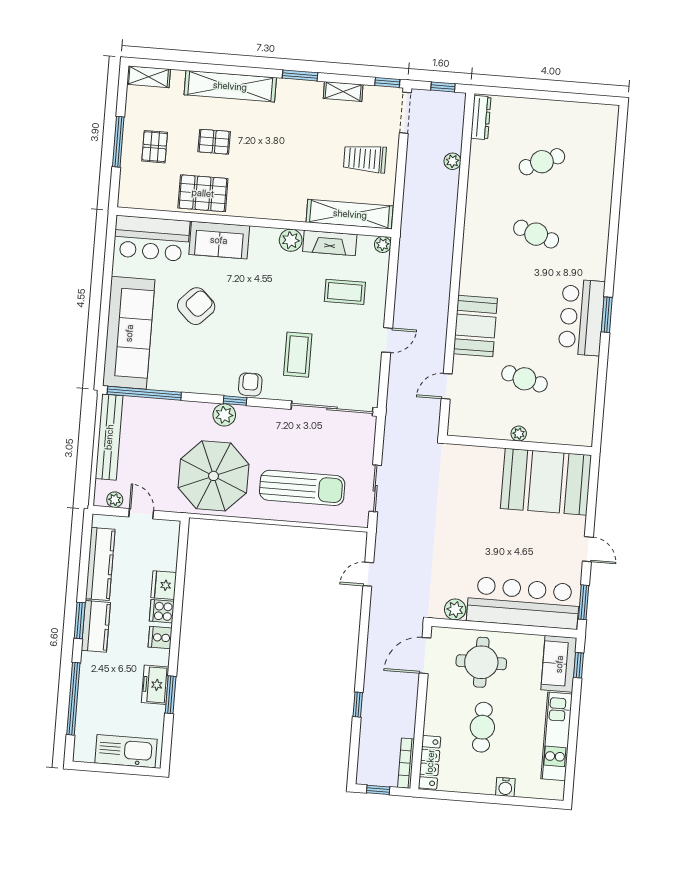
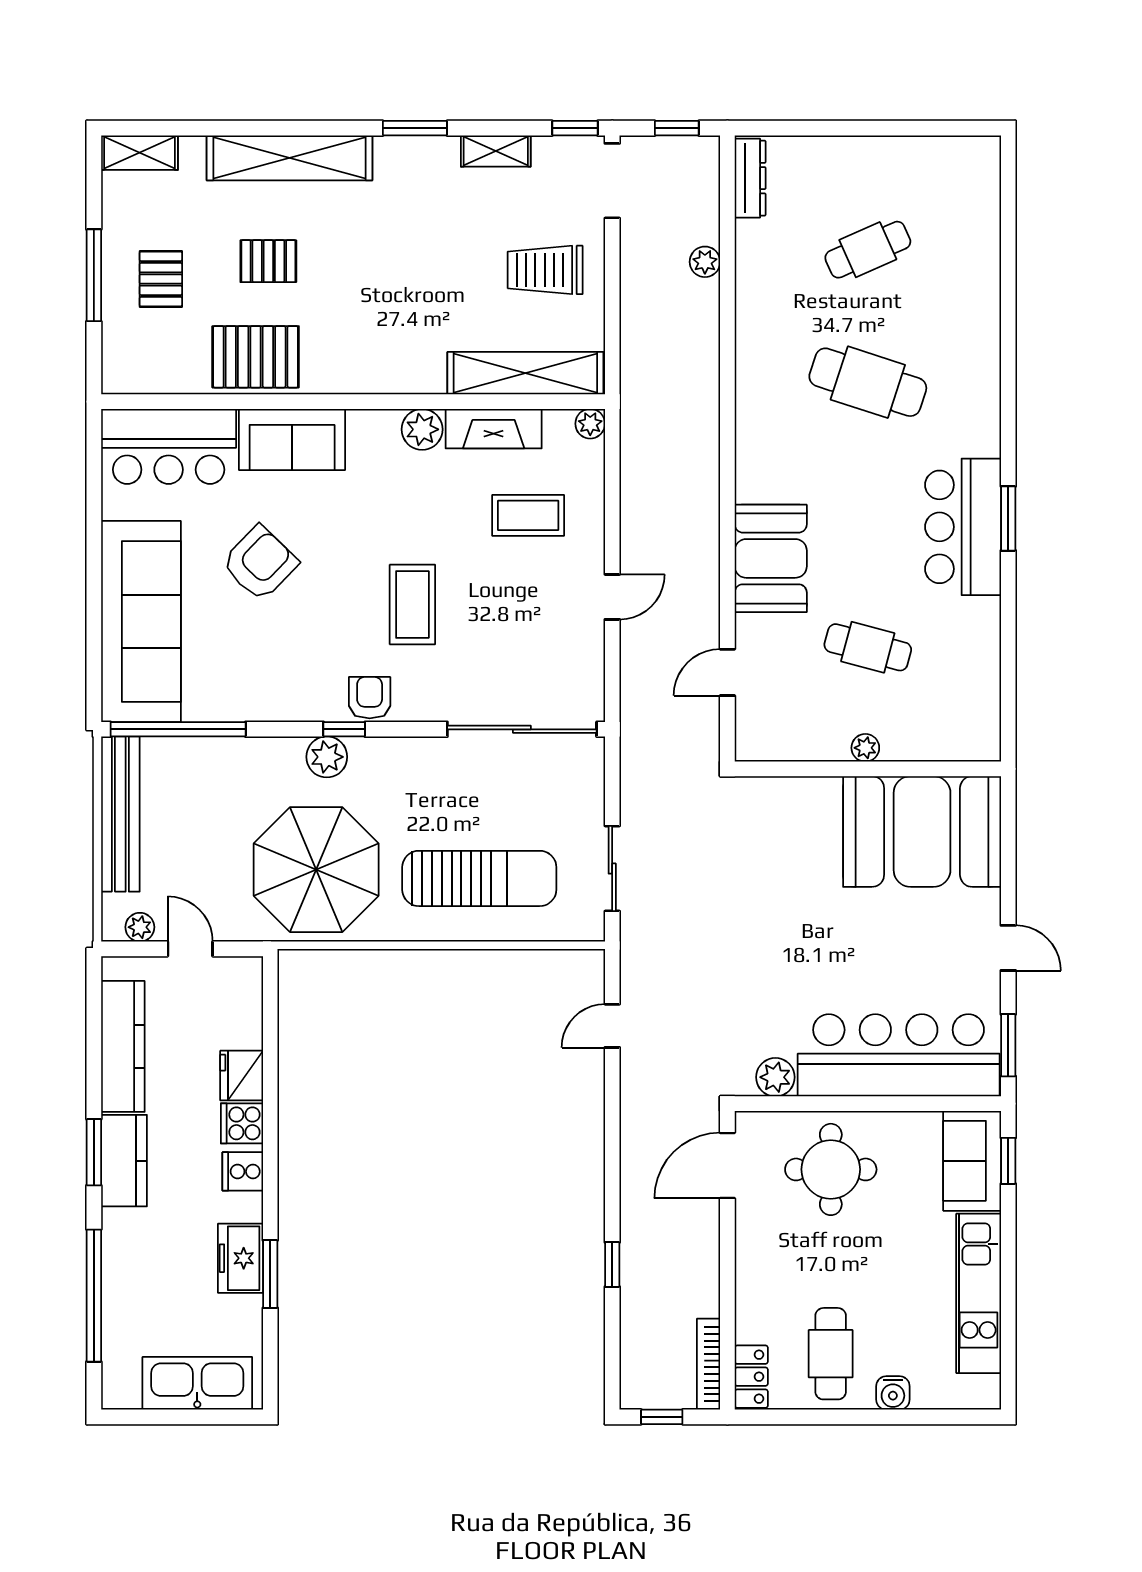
cafe table: (536, 234) -> (868, 382), width x1.37, depth x1.35
coffee table: (298, 355) -> (412, 605), moved
cafe table: (482, 727) -> (831, 1354), moved
locker: (430, 762) -> (751, 1377), width x0.66

